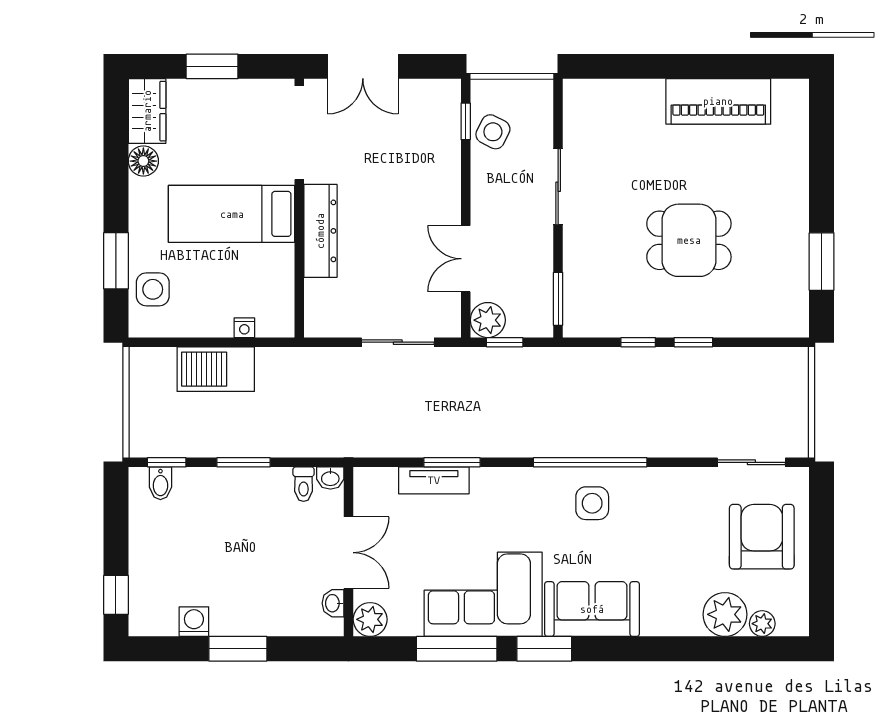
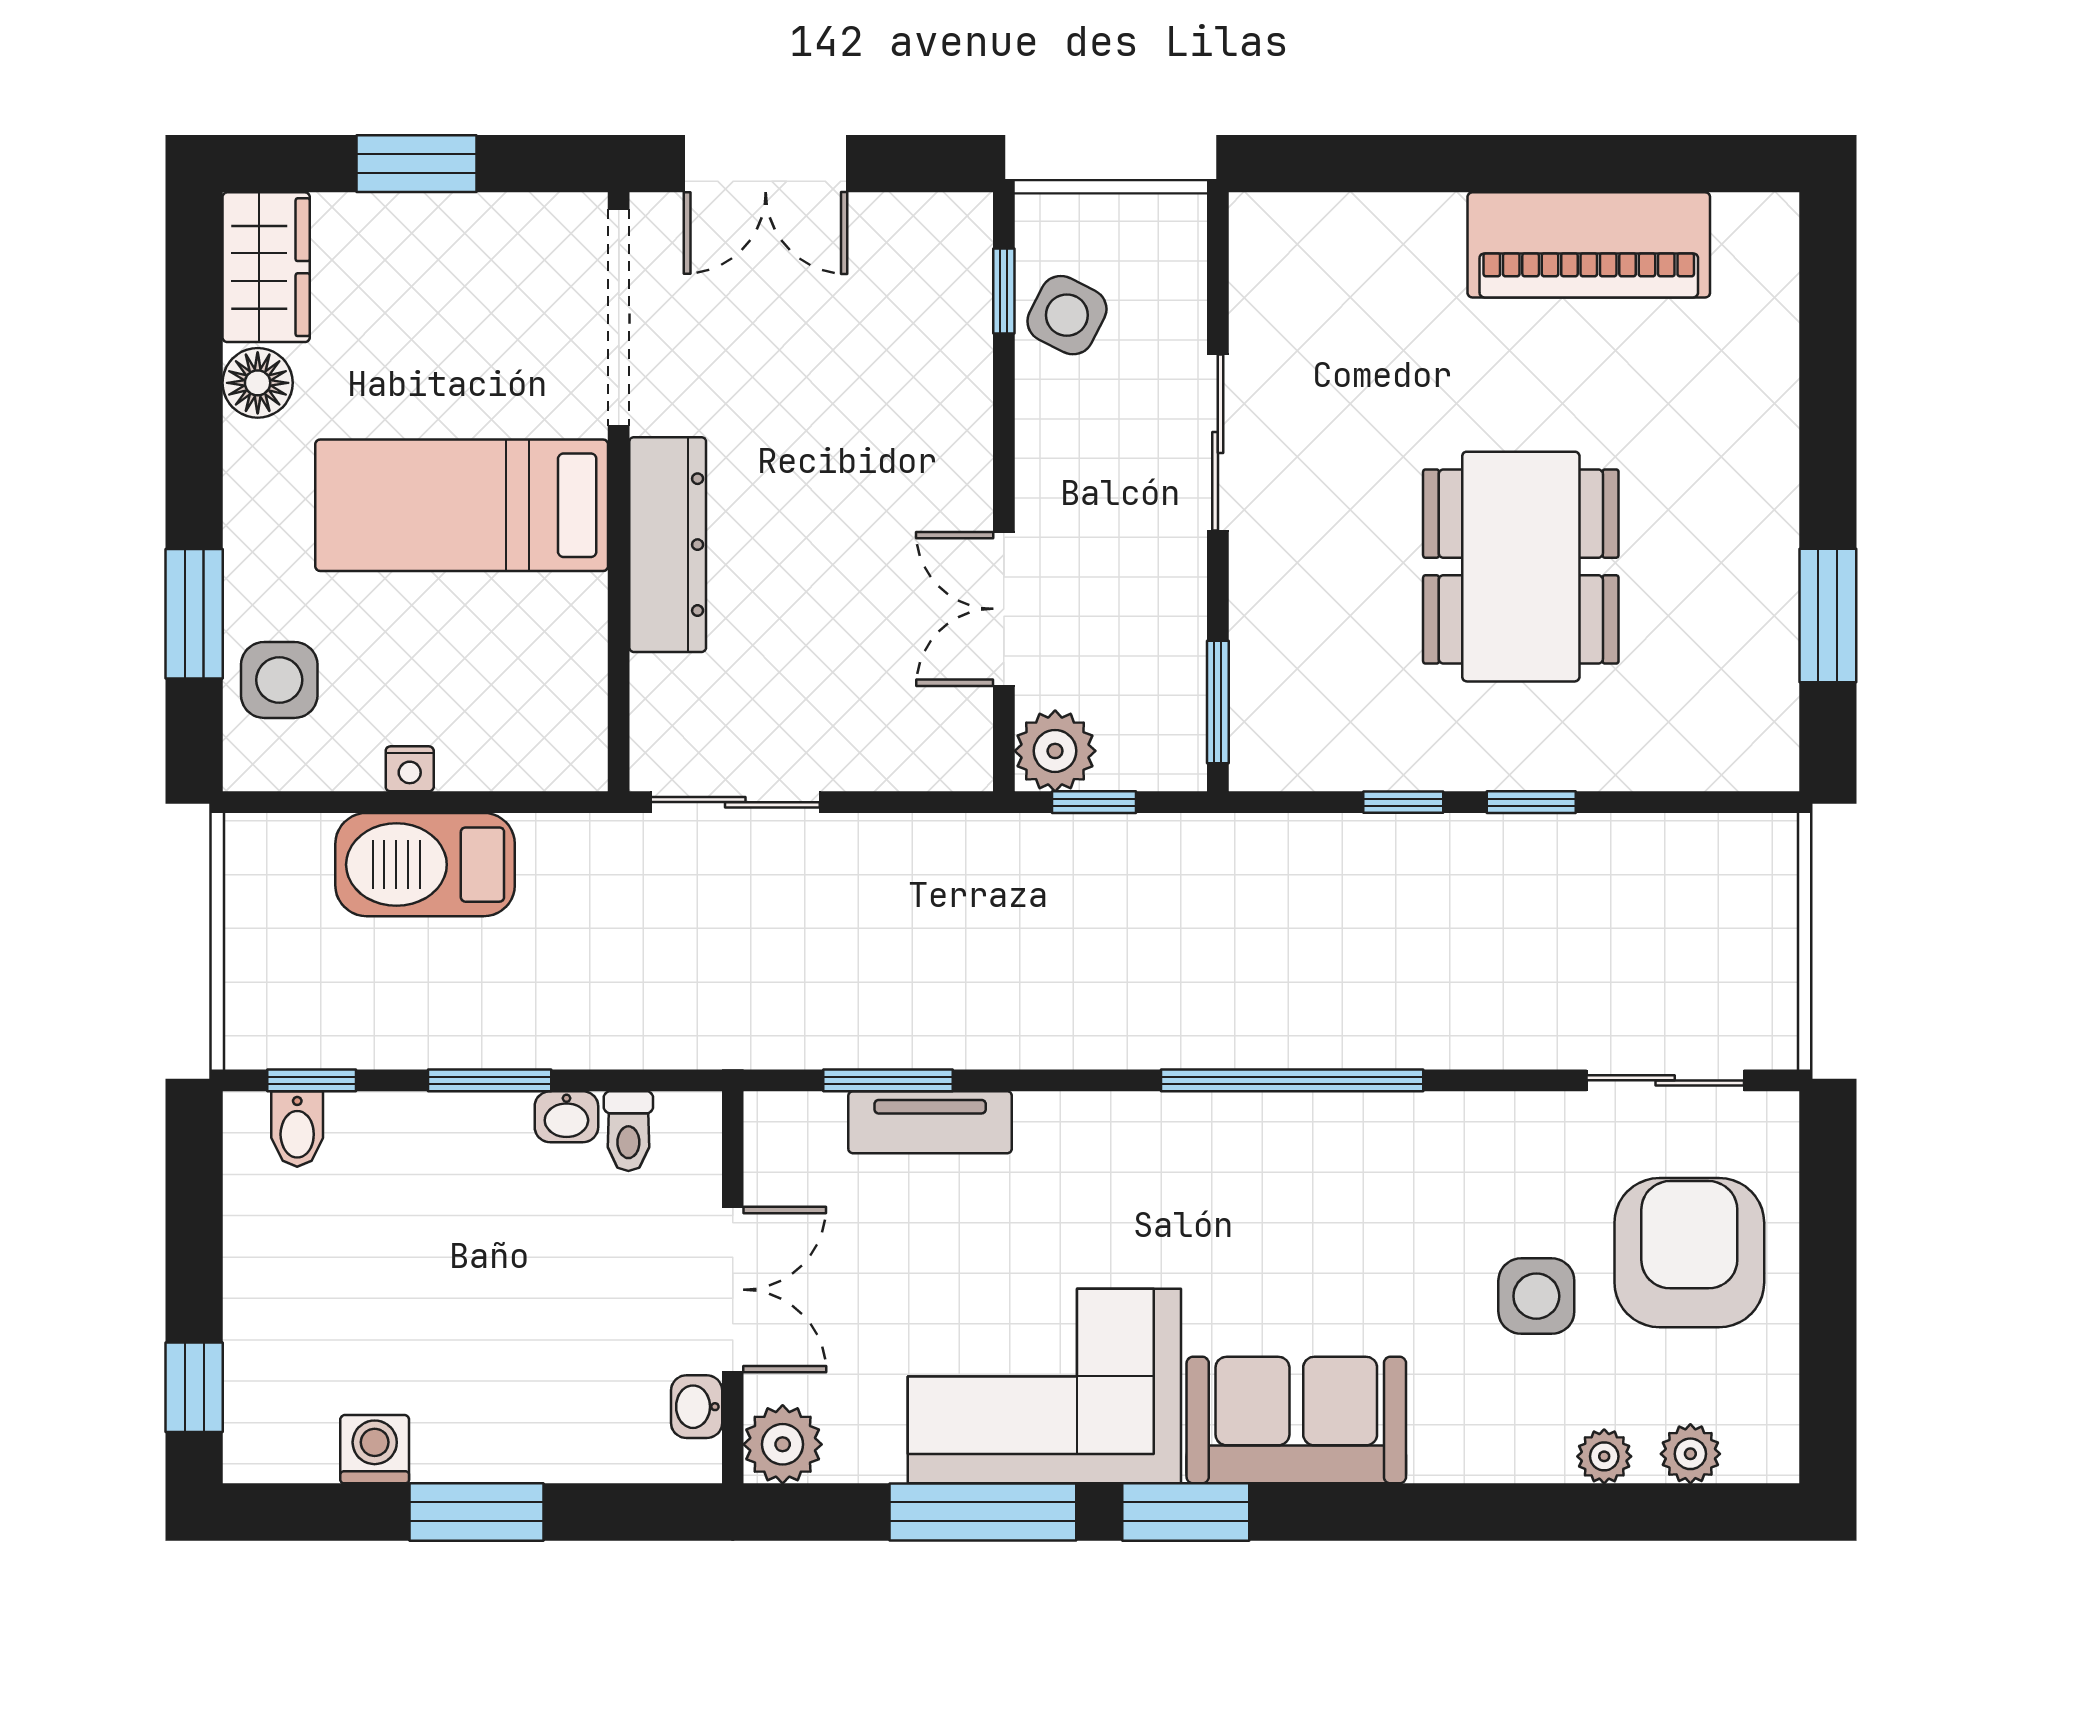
dining table: (689, 240) -> (1521, 567), width x1.38
nightstand: (244, 328) -> (410, 769), moved
sliding door: (398, 342) -> (735, 802), moved
window: (452, 462) -> (888, 1080), moved
washbasin: (330, 478) -> (566, 1117), moved
side table: (592, 503) -> (1536, 1296), moved
plant: (725, 614) -> (1604, 1456), width x0.53, depth x0.53

